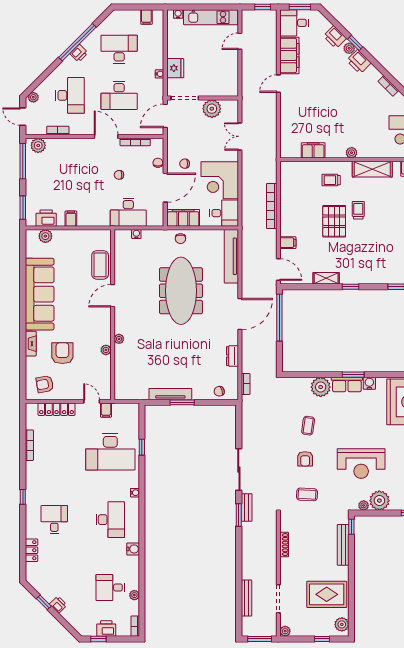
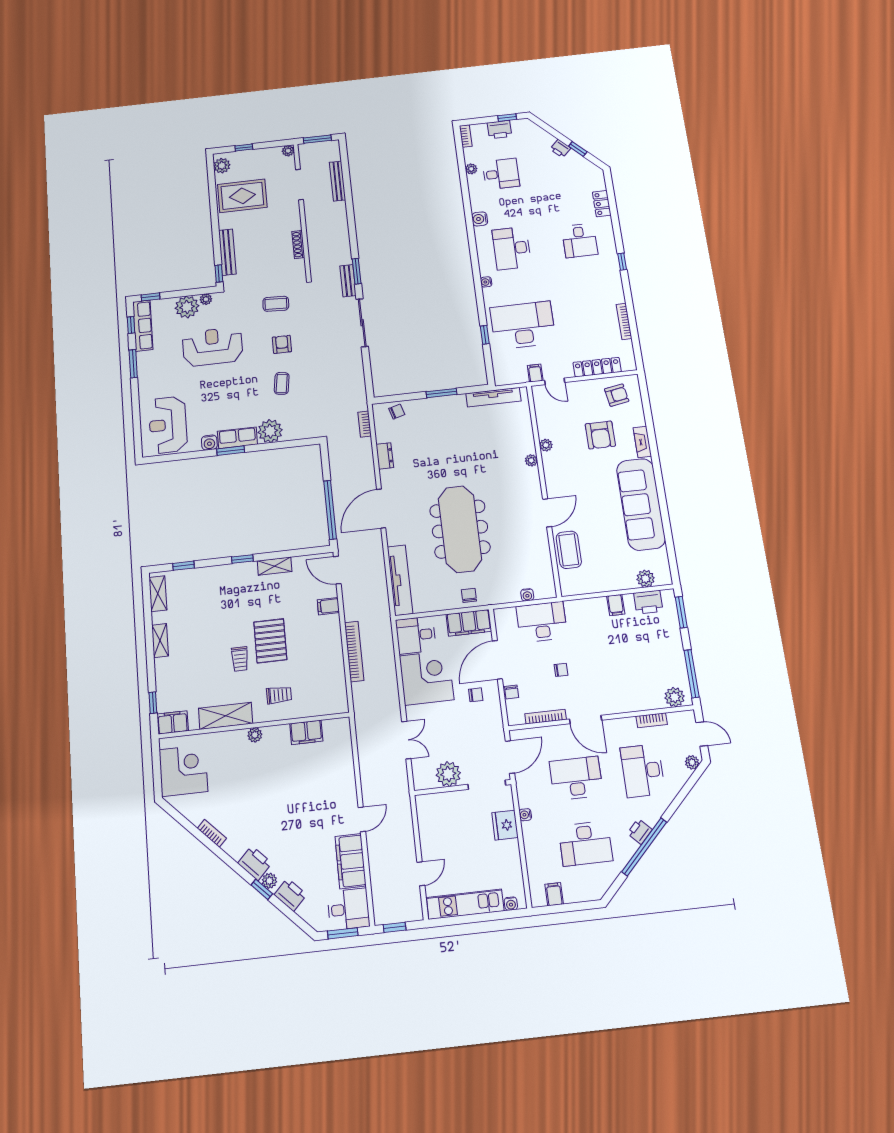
tv unit: (170, 394) -> (493, 397), moved

